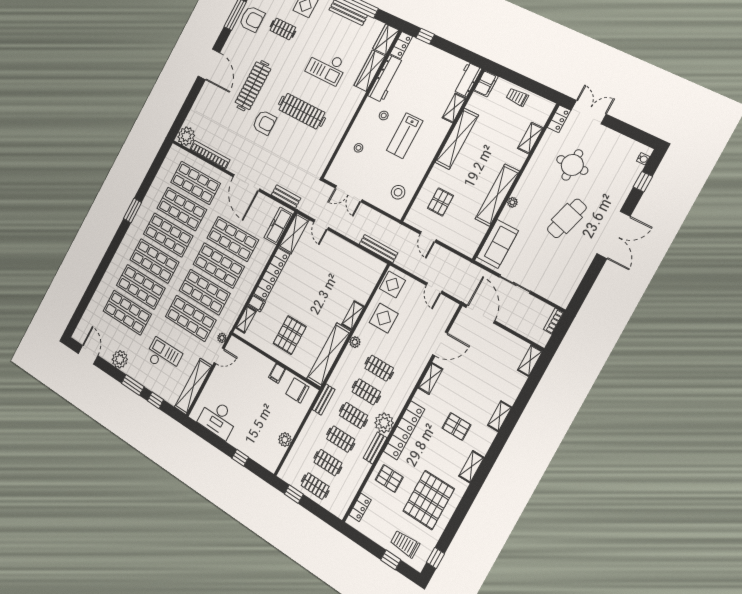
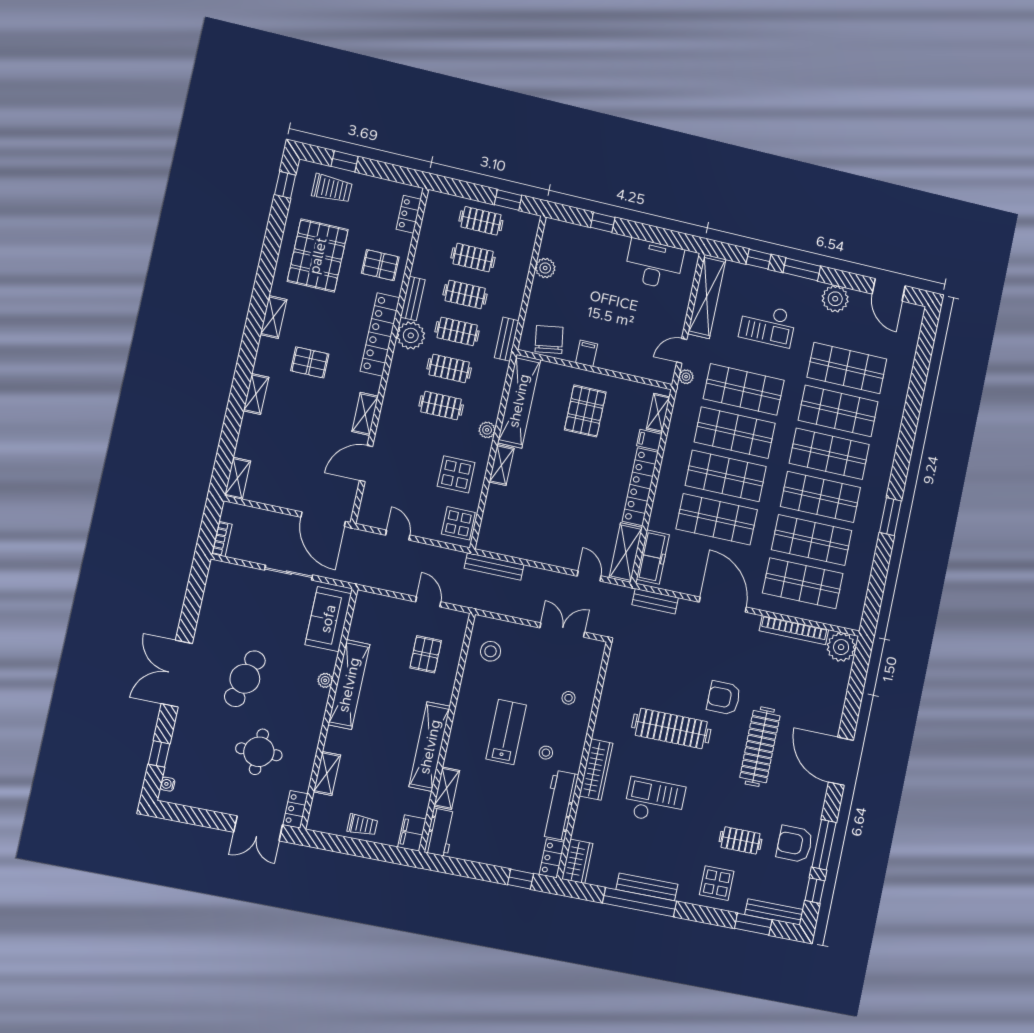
wardrobe: (370, 71) -> (596, 770), moved
chair: (297, 390) -> (549, 339), turned -99

